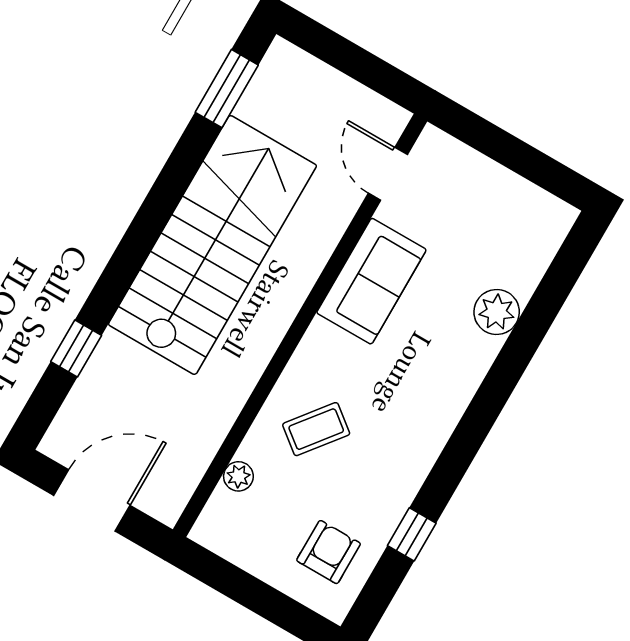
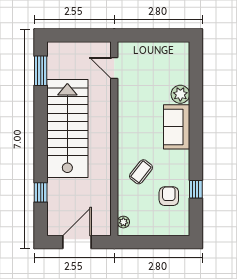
sofa: (371, 281) -> (177, 127), moved, turned 180
plant: (238, 476) -> (123, 222), moved
armchair: (329, 552) -> (169, 196), moved

